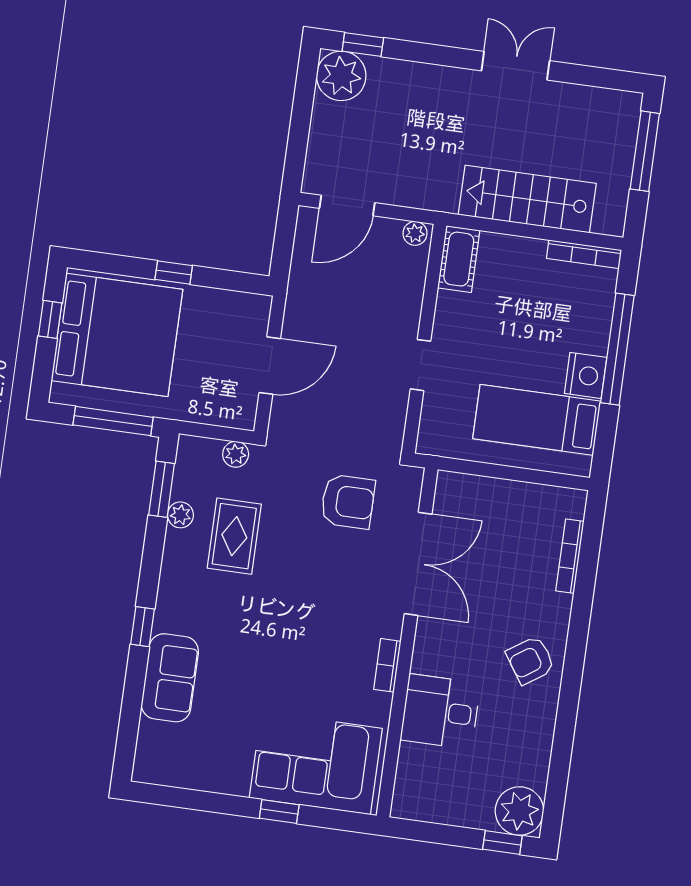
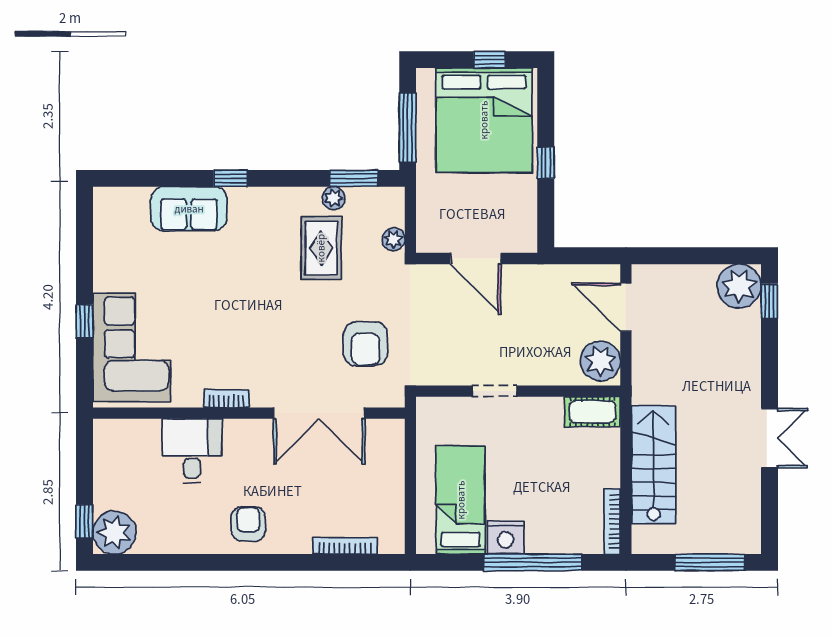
plant: (415, 233) -> (600, 361), width x1.88, depth x1.88
rug: (234, 536) -> (321, 248), turned 90
armchair: (531, 660) -> (248, 524), turned 34

